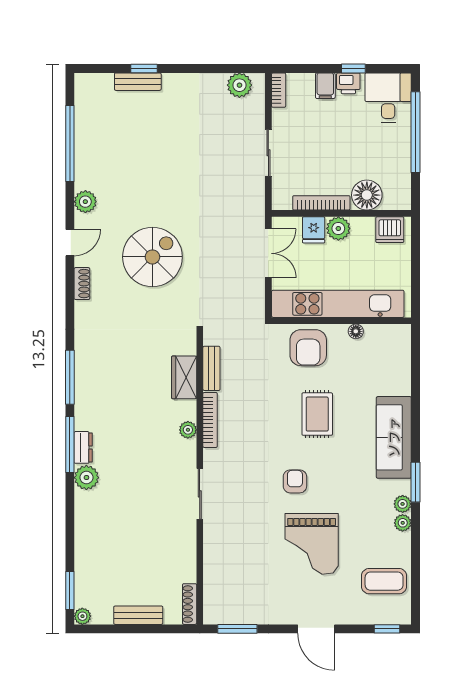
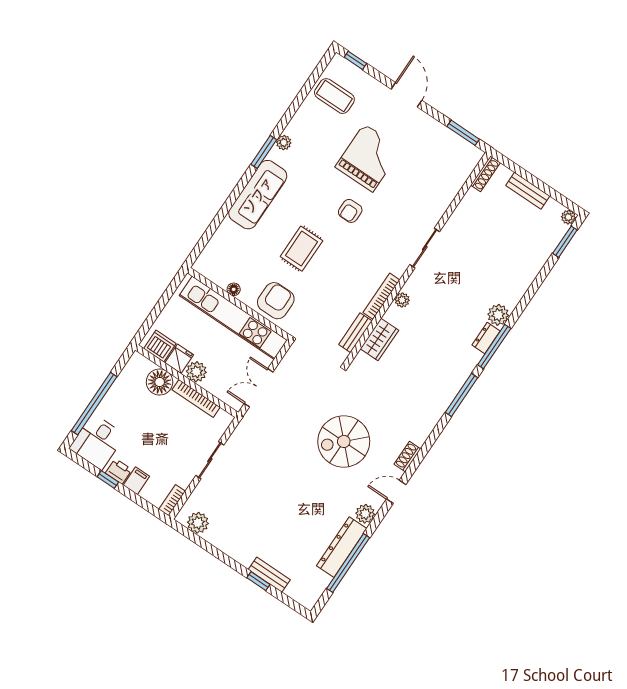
dresser: (86, 155) -> (342, 547), added
fridge: (314, 230) -> (179, 359), moved
plant: (403, 523) -> (293, 129), removed

